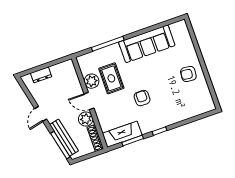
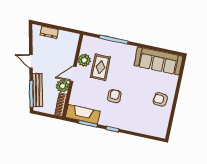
sofa: (147, 44) -> (158, 61), moved
door: (89, 101) -> (73, 74), hinge flipped
door: (41, 114) -> (31, 61), hinge flipped

